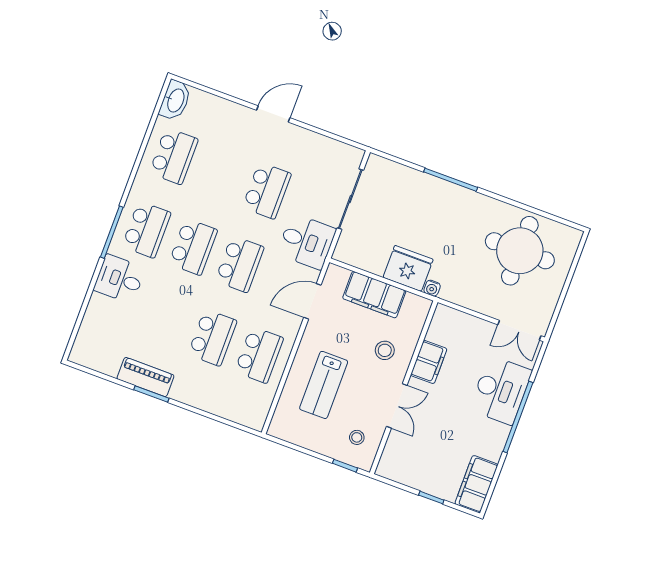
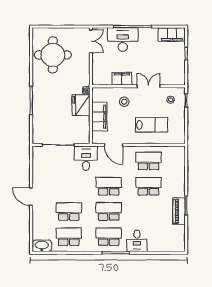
school desk: (267, 191) -> (69, 211), moved

